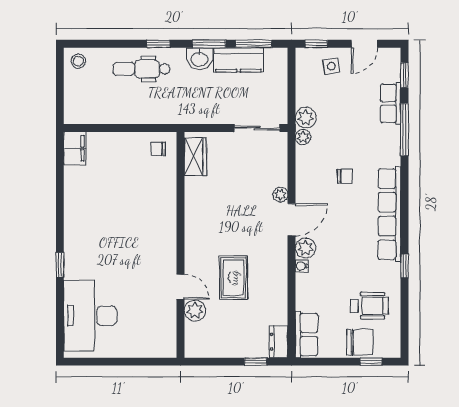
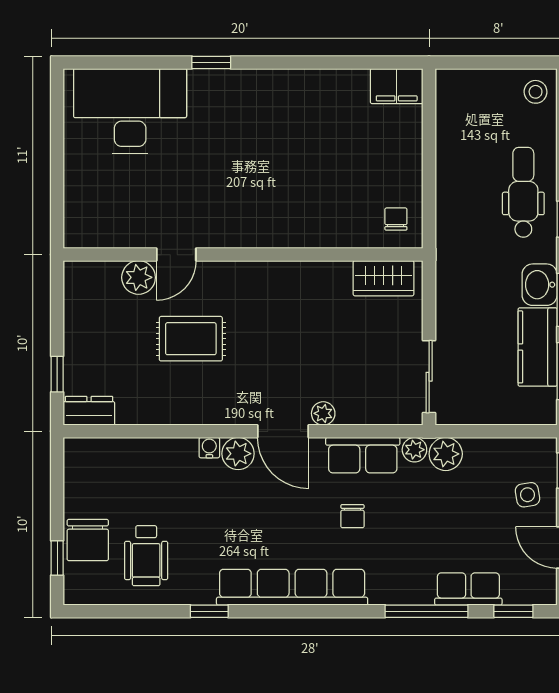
row of seats: (306, 334) -> (363, 455), moved

